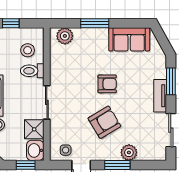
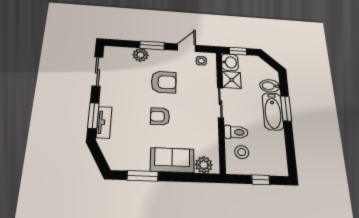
window: (95, 23) -> (143, 176), moved
sofa: (129, 39) -> (172, 160), moved
tv unit: (160, 96) -> (104, 122), moved
armchair: (104, 122) -> (164, 82), turned -149

